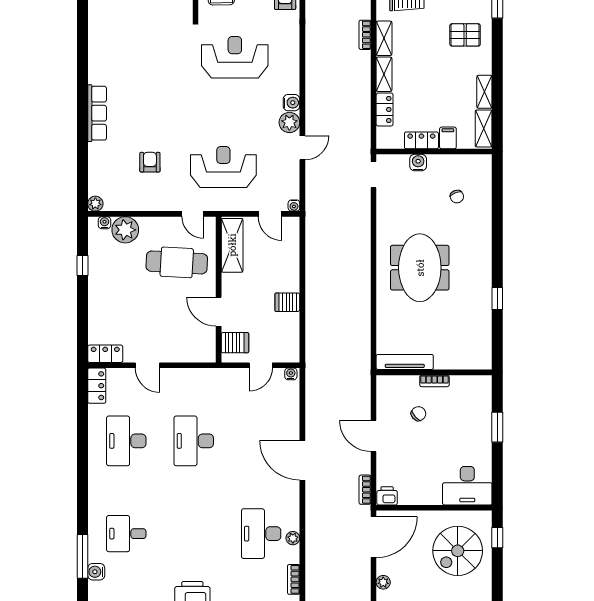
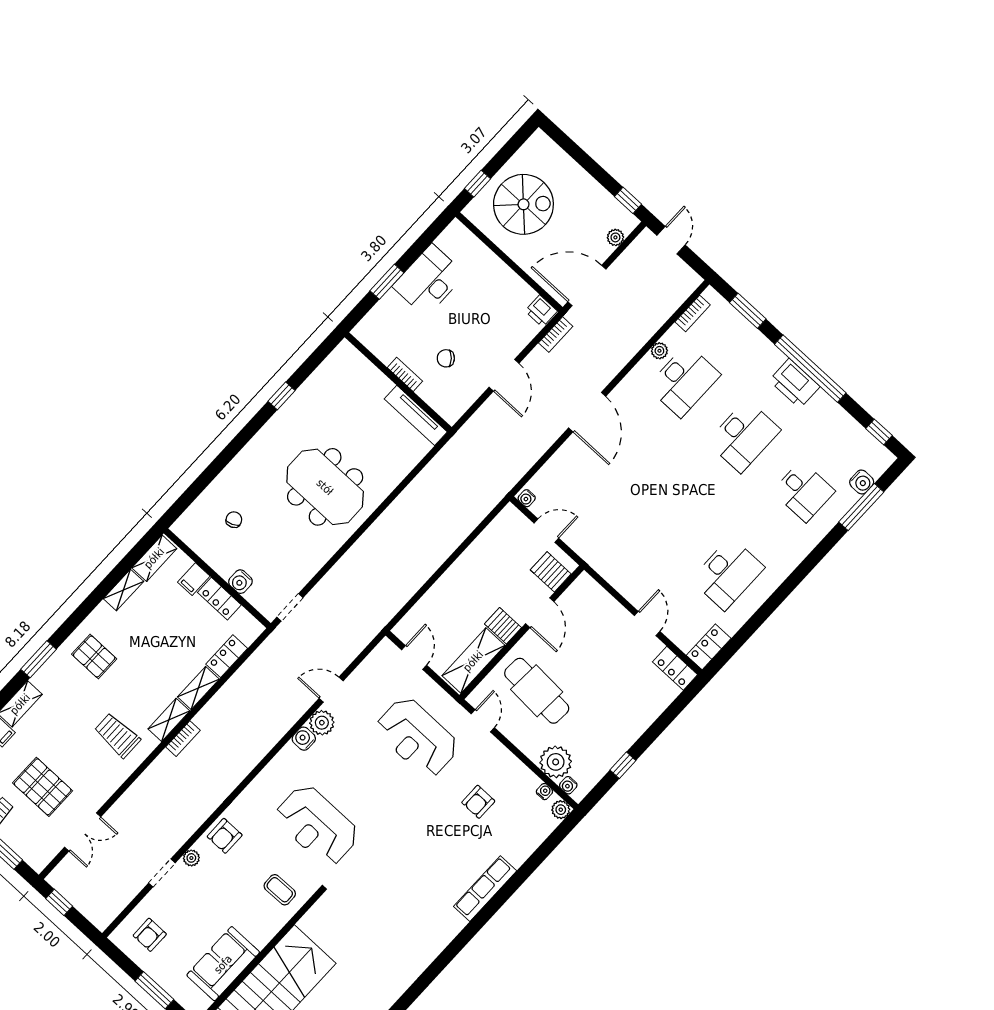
water cooler: (294, 206) -> (544, 792), moved
meeting table: (420, 268) -> (325, 487), turned 90
server rack: (287, 302) -> (503, 626), moved, turned 180
desk: (194, 441) -> (744, 436), moved
desk: (467, 486) -> (429, 280), moved, turned -90

